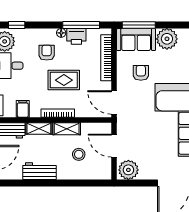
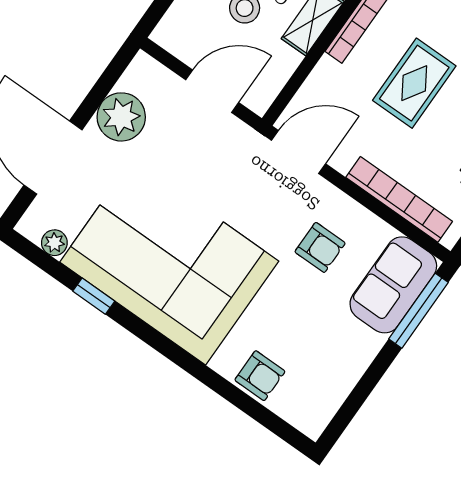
plant: (167, 39) -> (351, 348), removed
plant: (128, 170) -> (121, 117), moved

